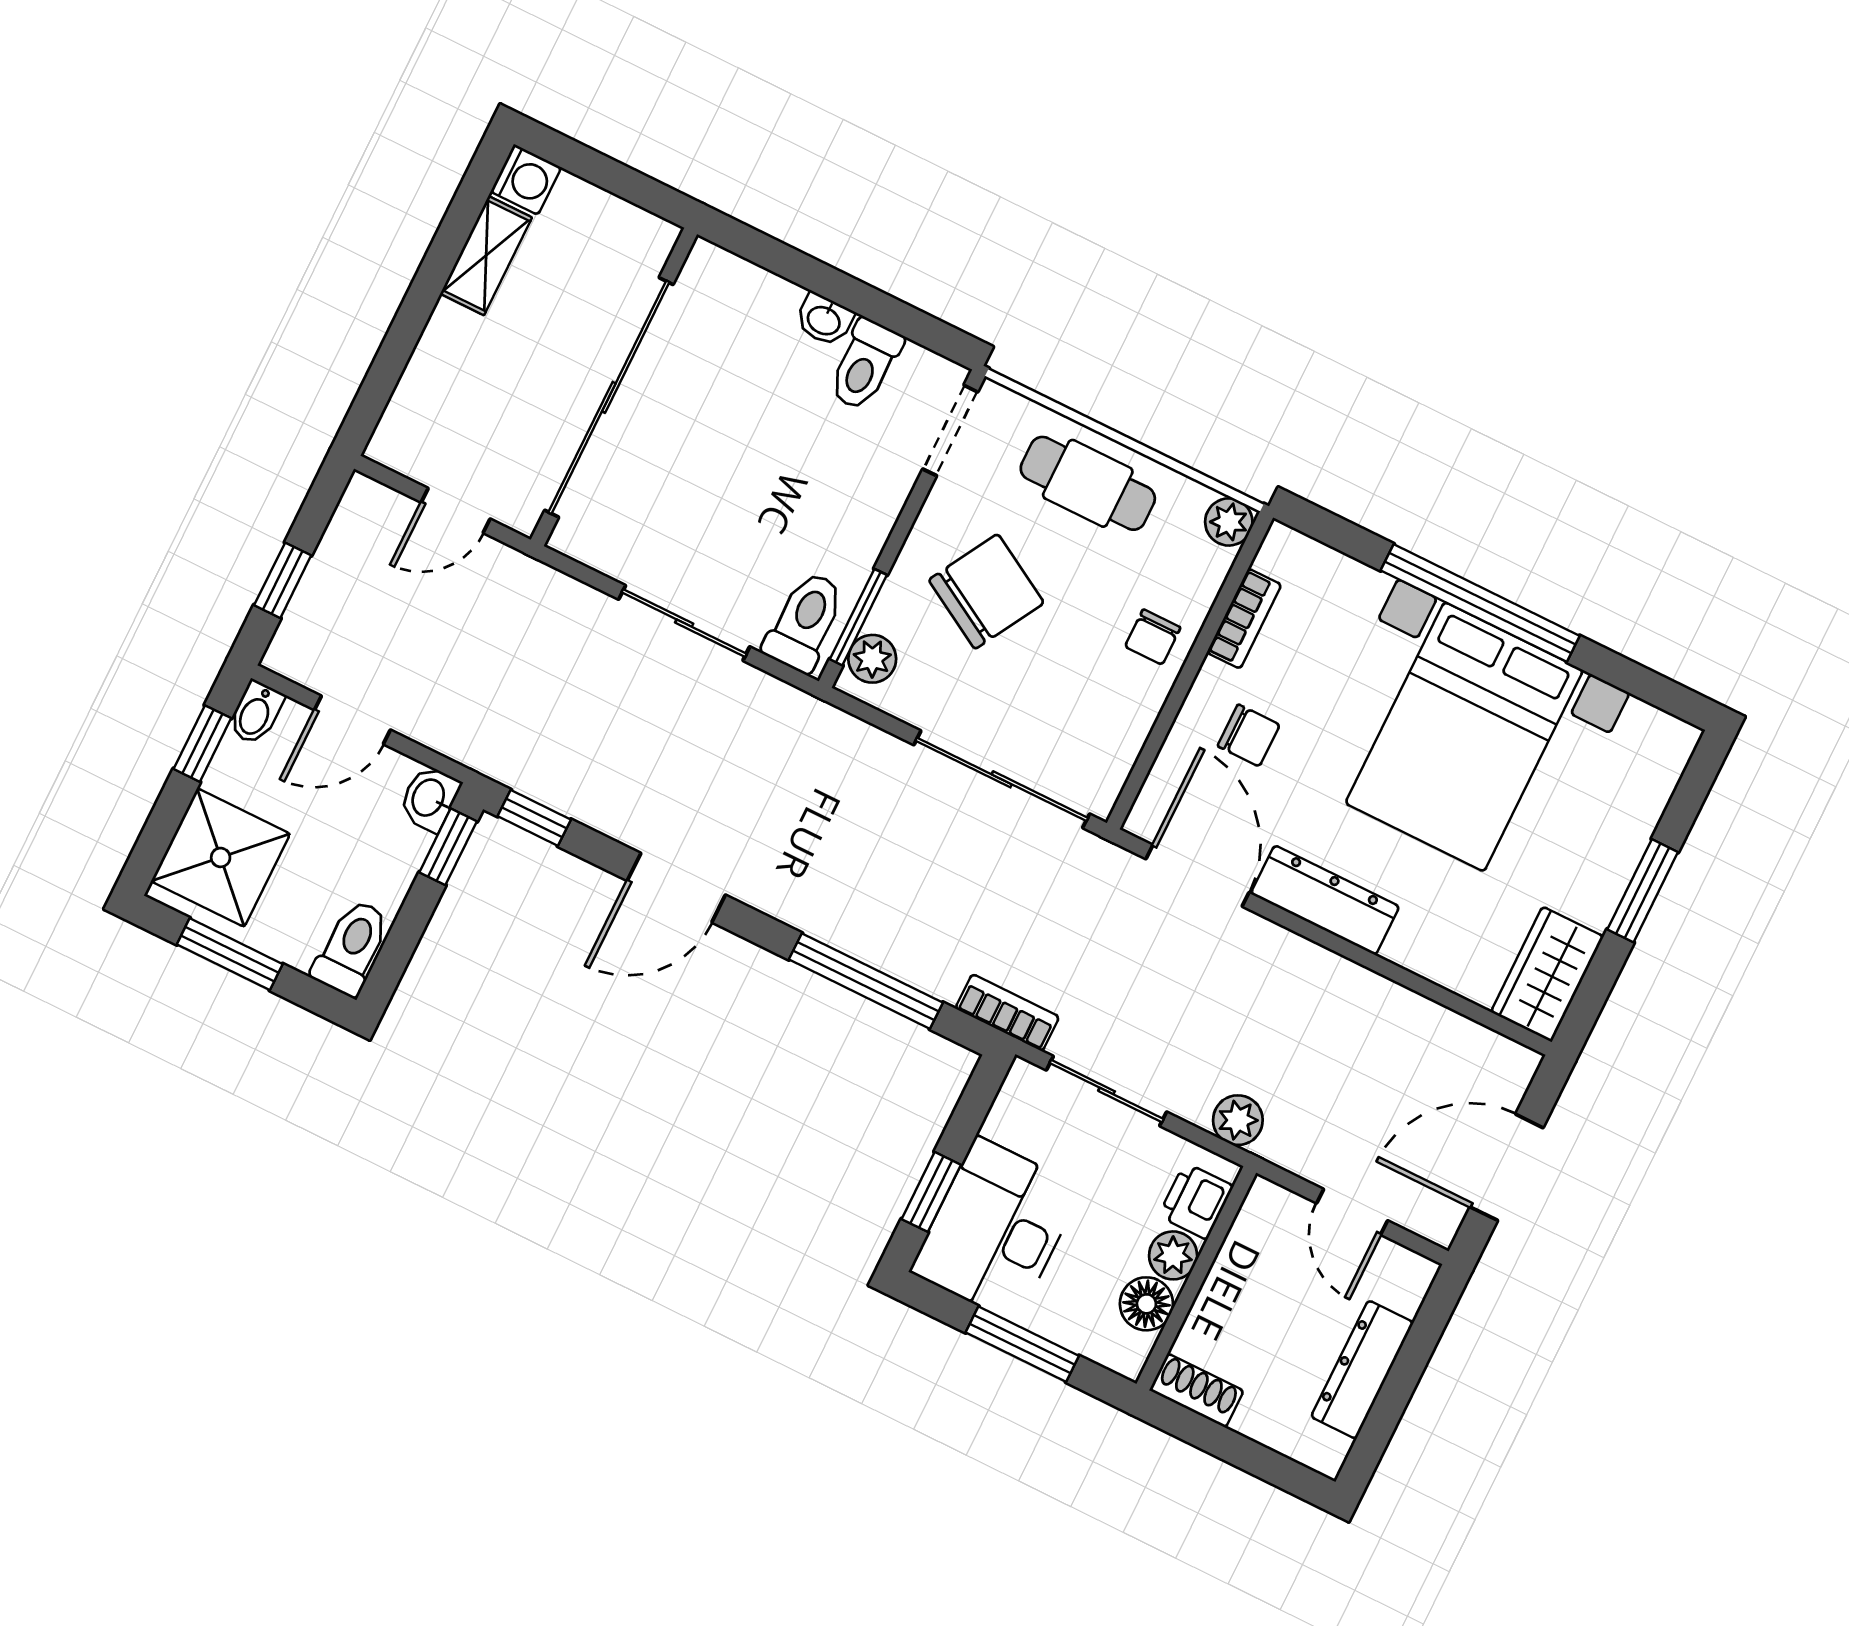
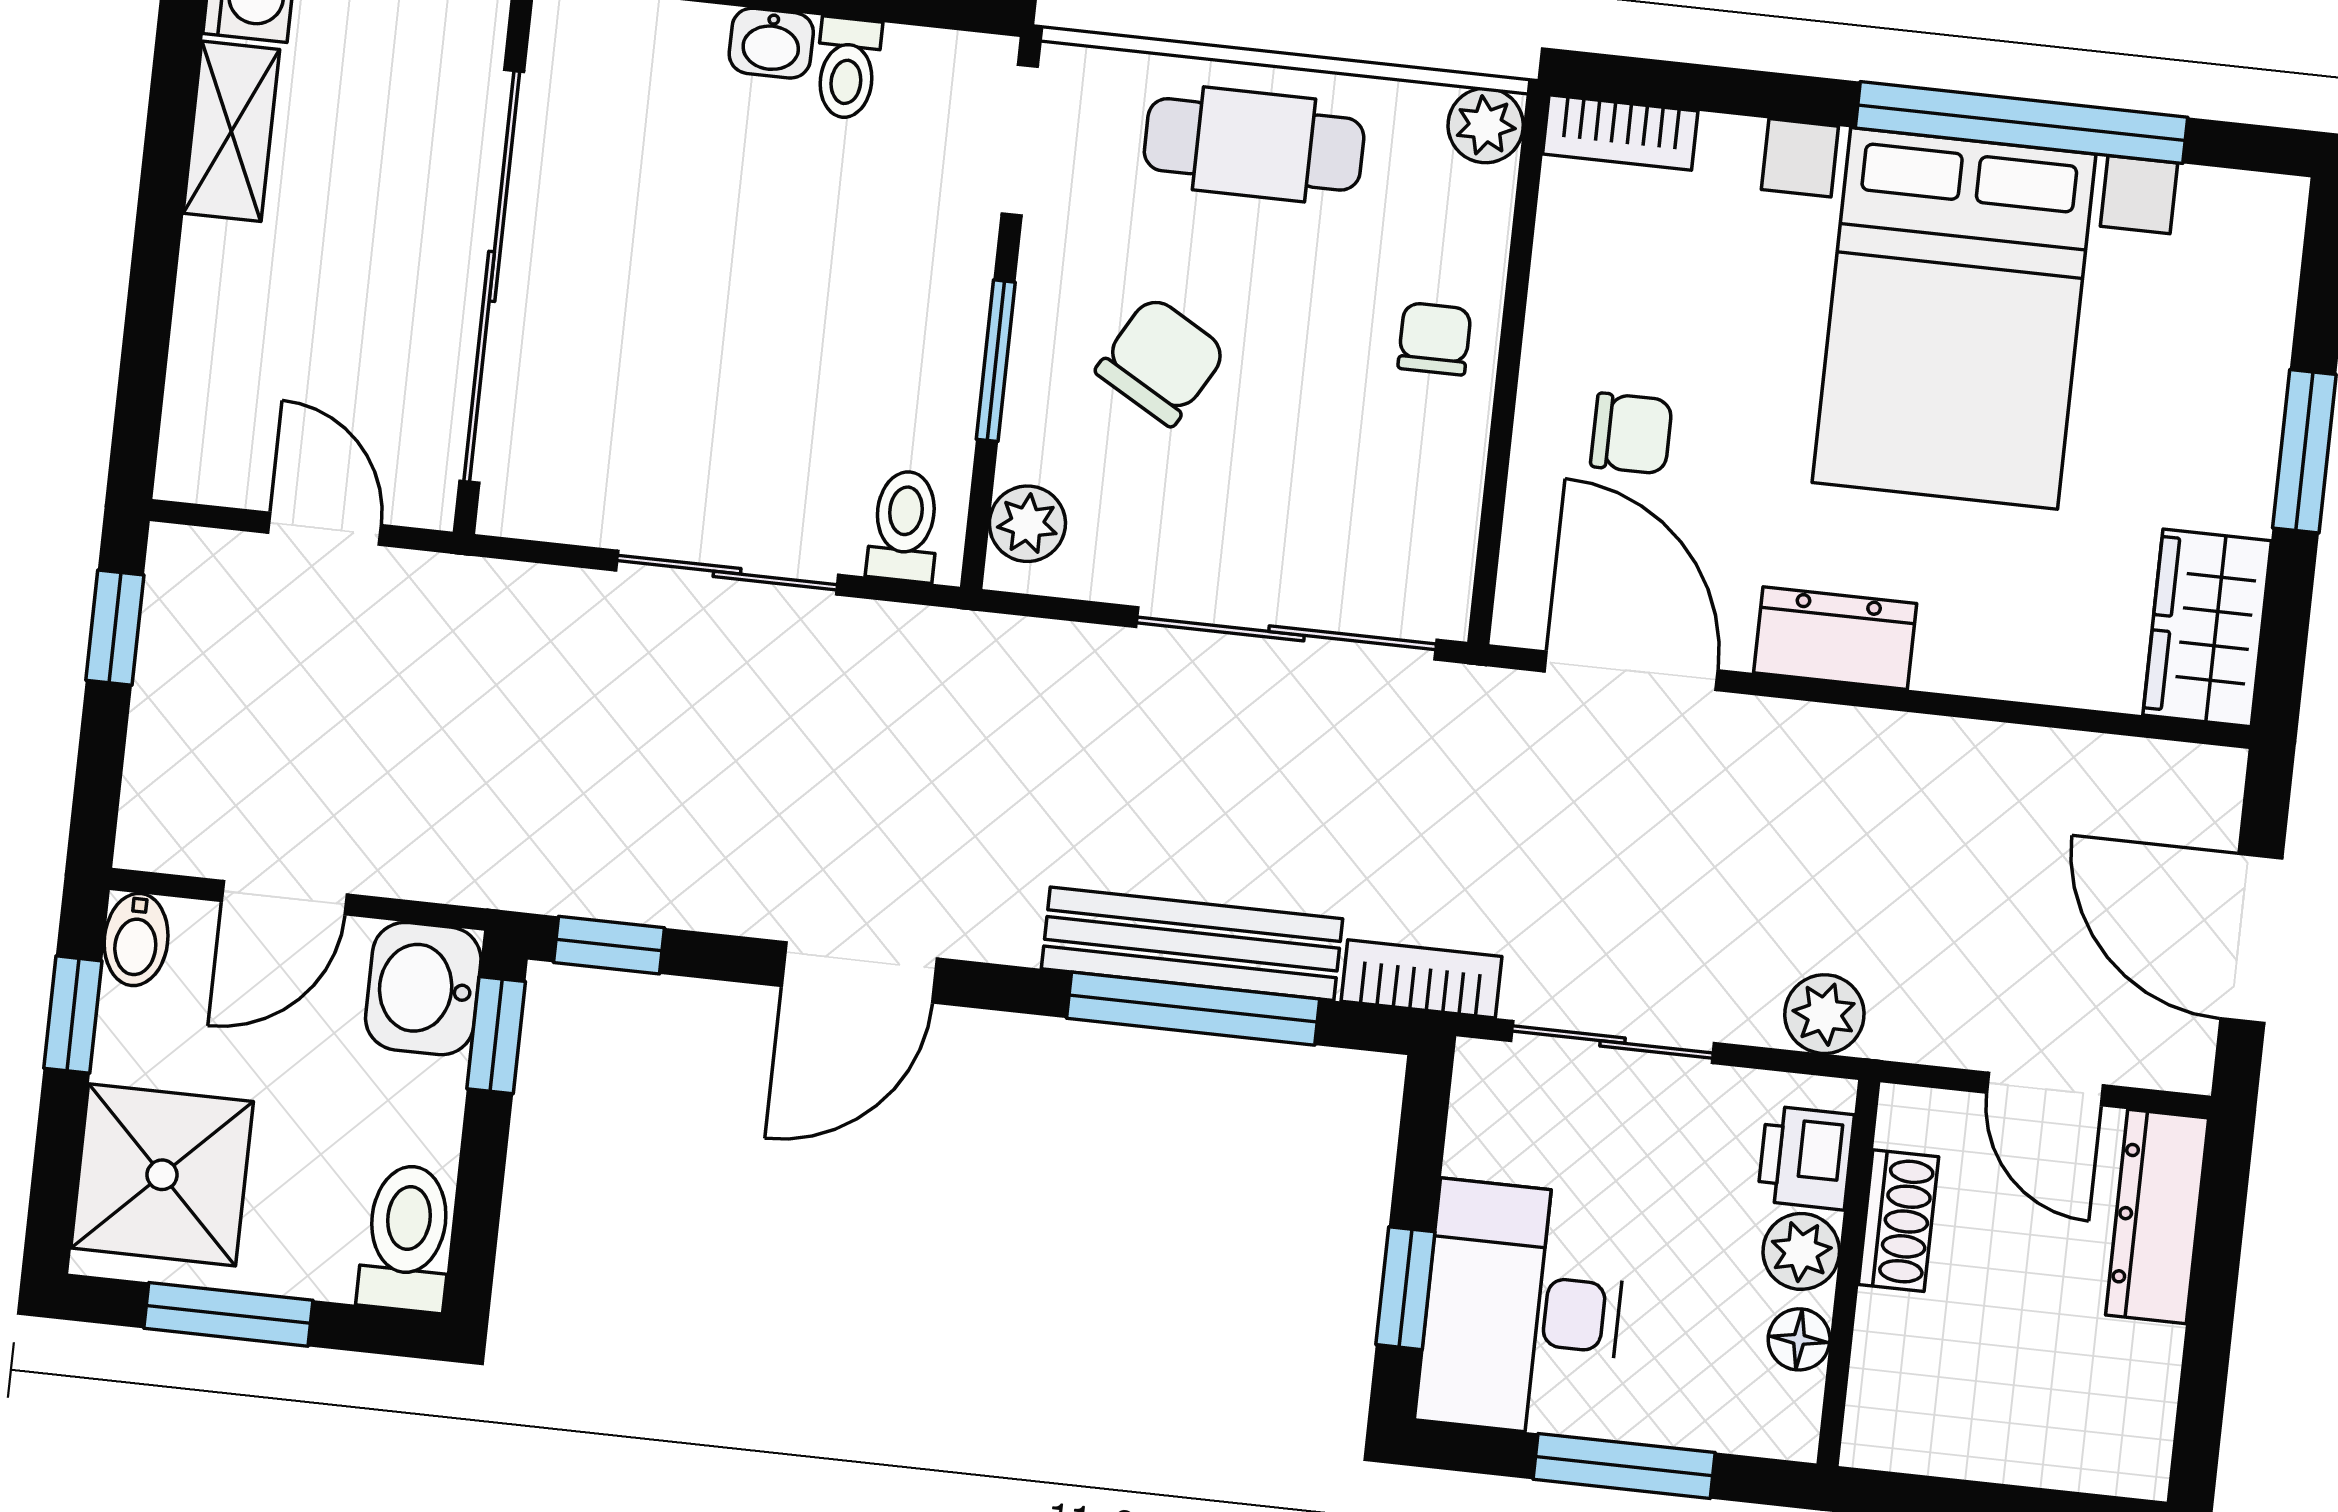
toilet: (865, 365) -> (847, 68), width x0.73, depth x0.72
door: (456, 511) -> (325, 529), swing flipped
window: (283, 580) -> (115, 628), moved
chair: (986, 591) -> (1161, 361), width x0.73, depth x0.73
window: (1480, 603) -> (2021, 123), moved
window: (858, 617) -> (996, 361), moved
bookcase: (1244, 619) -> (1620, 132), moved, turned 90
toilet: (805, 622) -> (904, 526), width x0.73, depth x0.72
chair: (1153, 637) -> (1435, 339), turned 180
washbasin: (429, 798) -> (423, 989), width x1.38, depth x1.45
dresser: (1325, 900) -> (1835, 638), width x0.70
bench: (879, 942) -> (1192, 944), added
door: (1507, 1167) -> (2251, 938), hinge flipped
floor lamp: (1146, 1304) -> (1799, 1339), width x0.73, depth x0.73
dresser: (1362, 1370) -> (2157, 1217), moved
shoe rack: (1197, 1391) -> (1898, 1221), moved, turned 90

